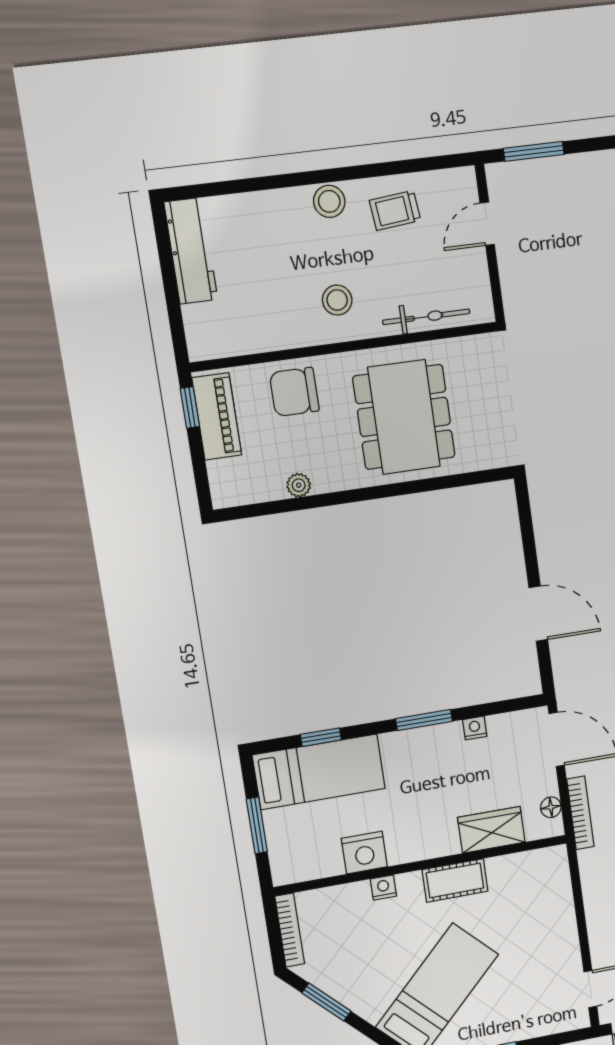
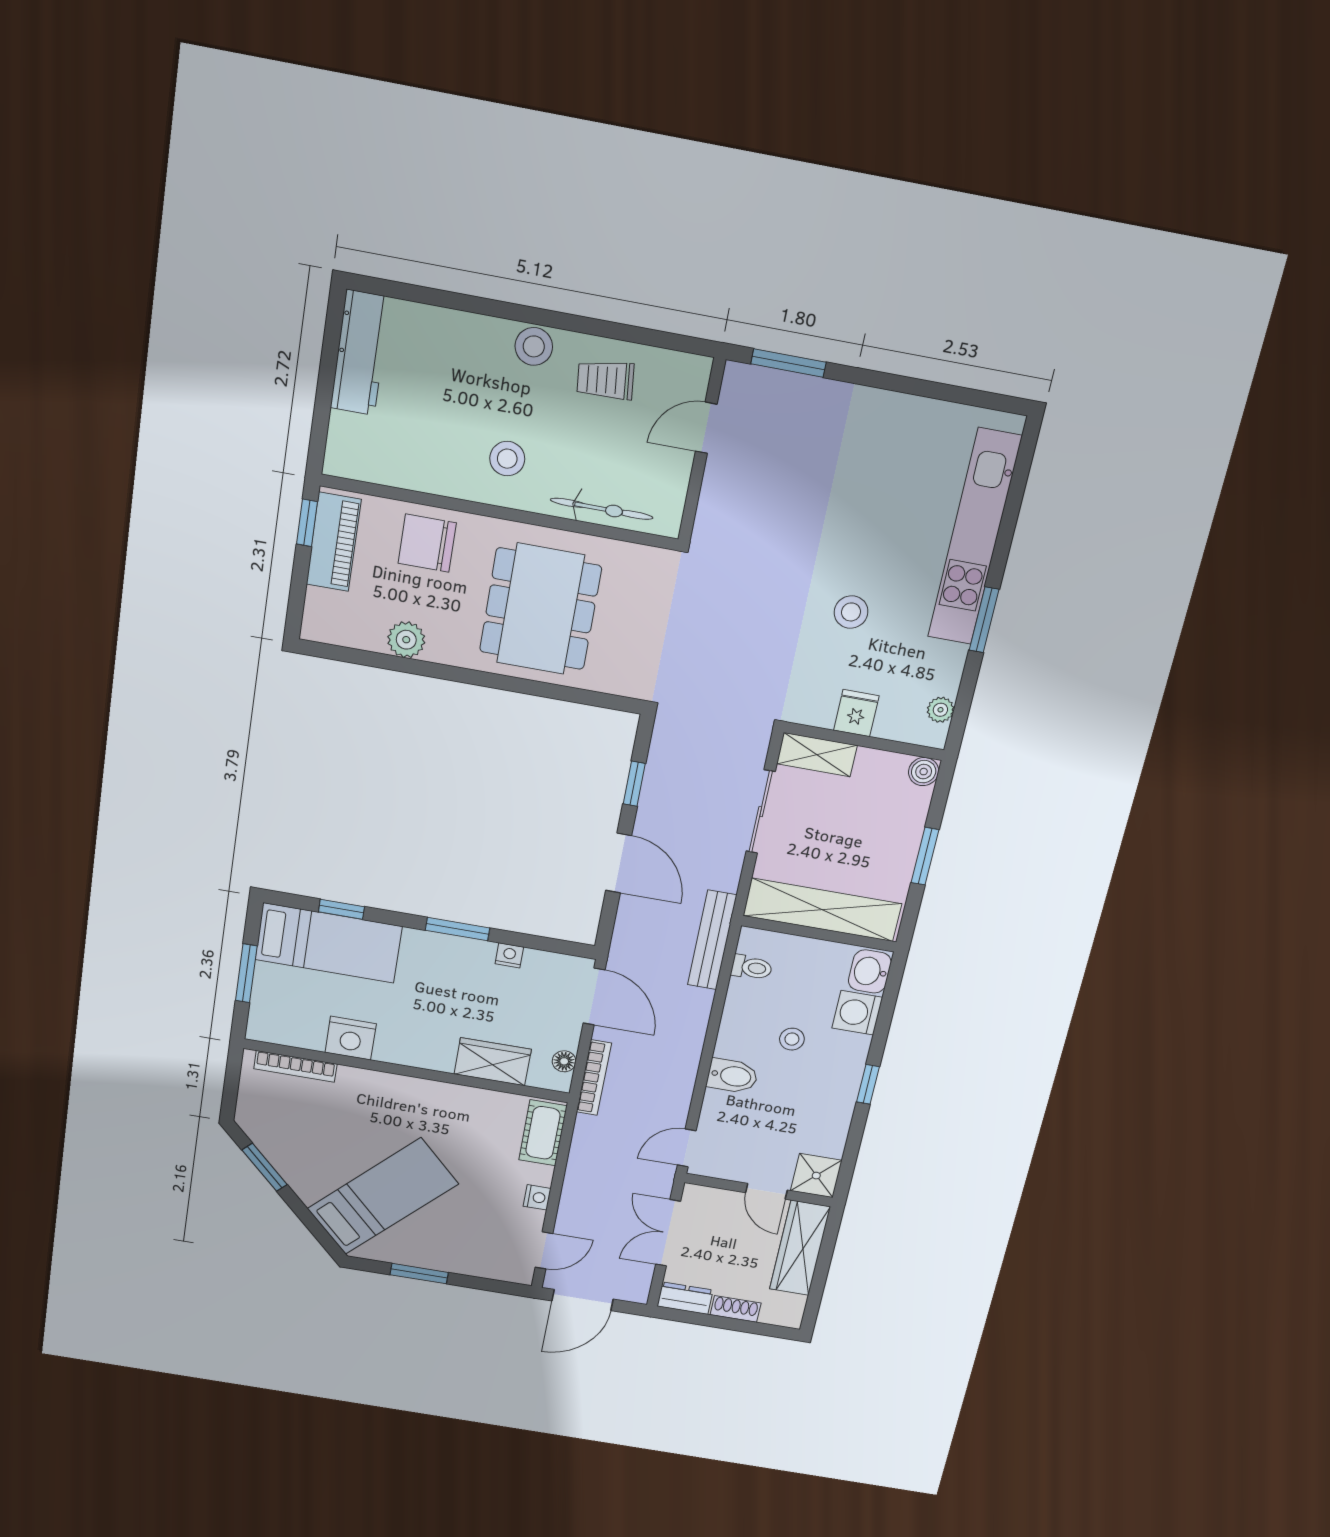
plant: (299, 485) -> (406, 640), width x1.38, depth x1.38
window: (528, 540) -> (634, 784), added
cot: (455, 880) -> (543, 1133), moved, turned 90
nightstand: (383, 888) -> (537, 1197), moved, turned 90
bookcase: (290, 930) -> (295, 1066), moved, turned 90

